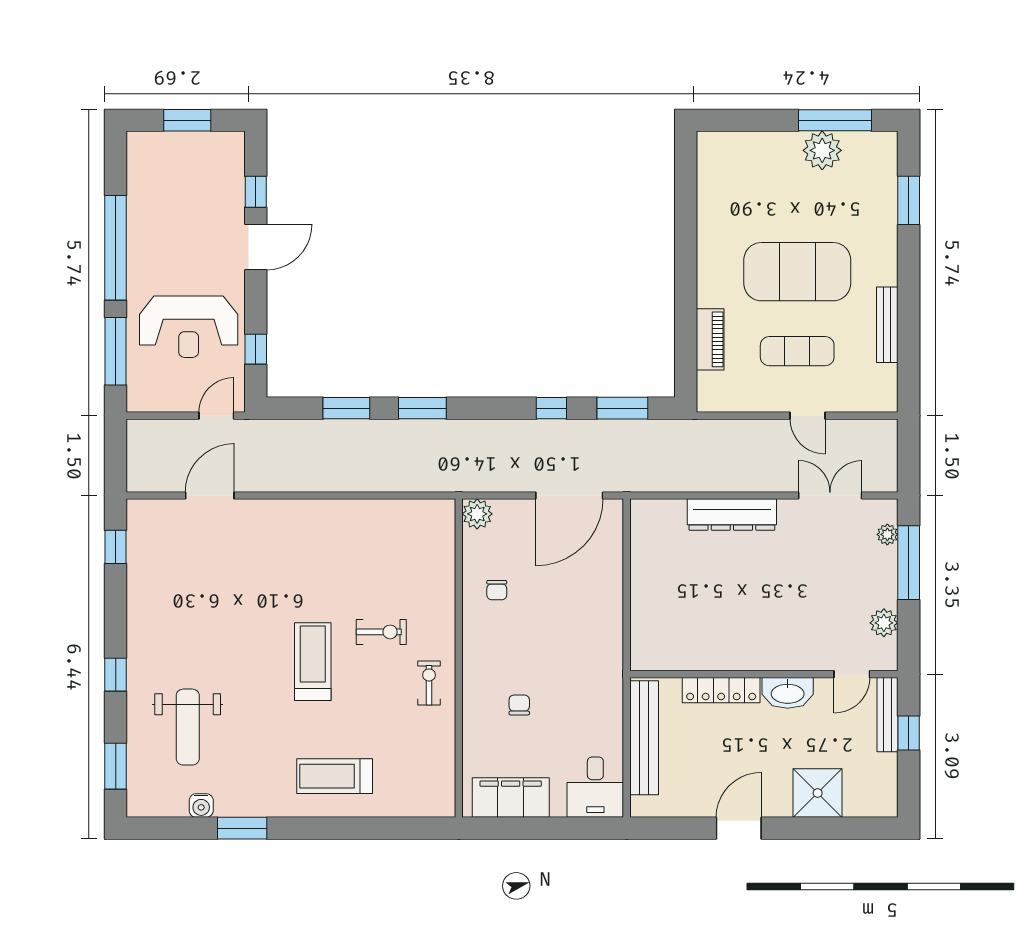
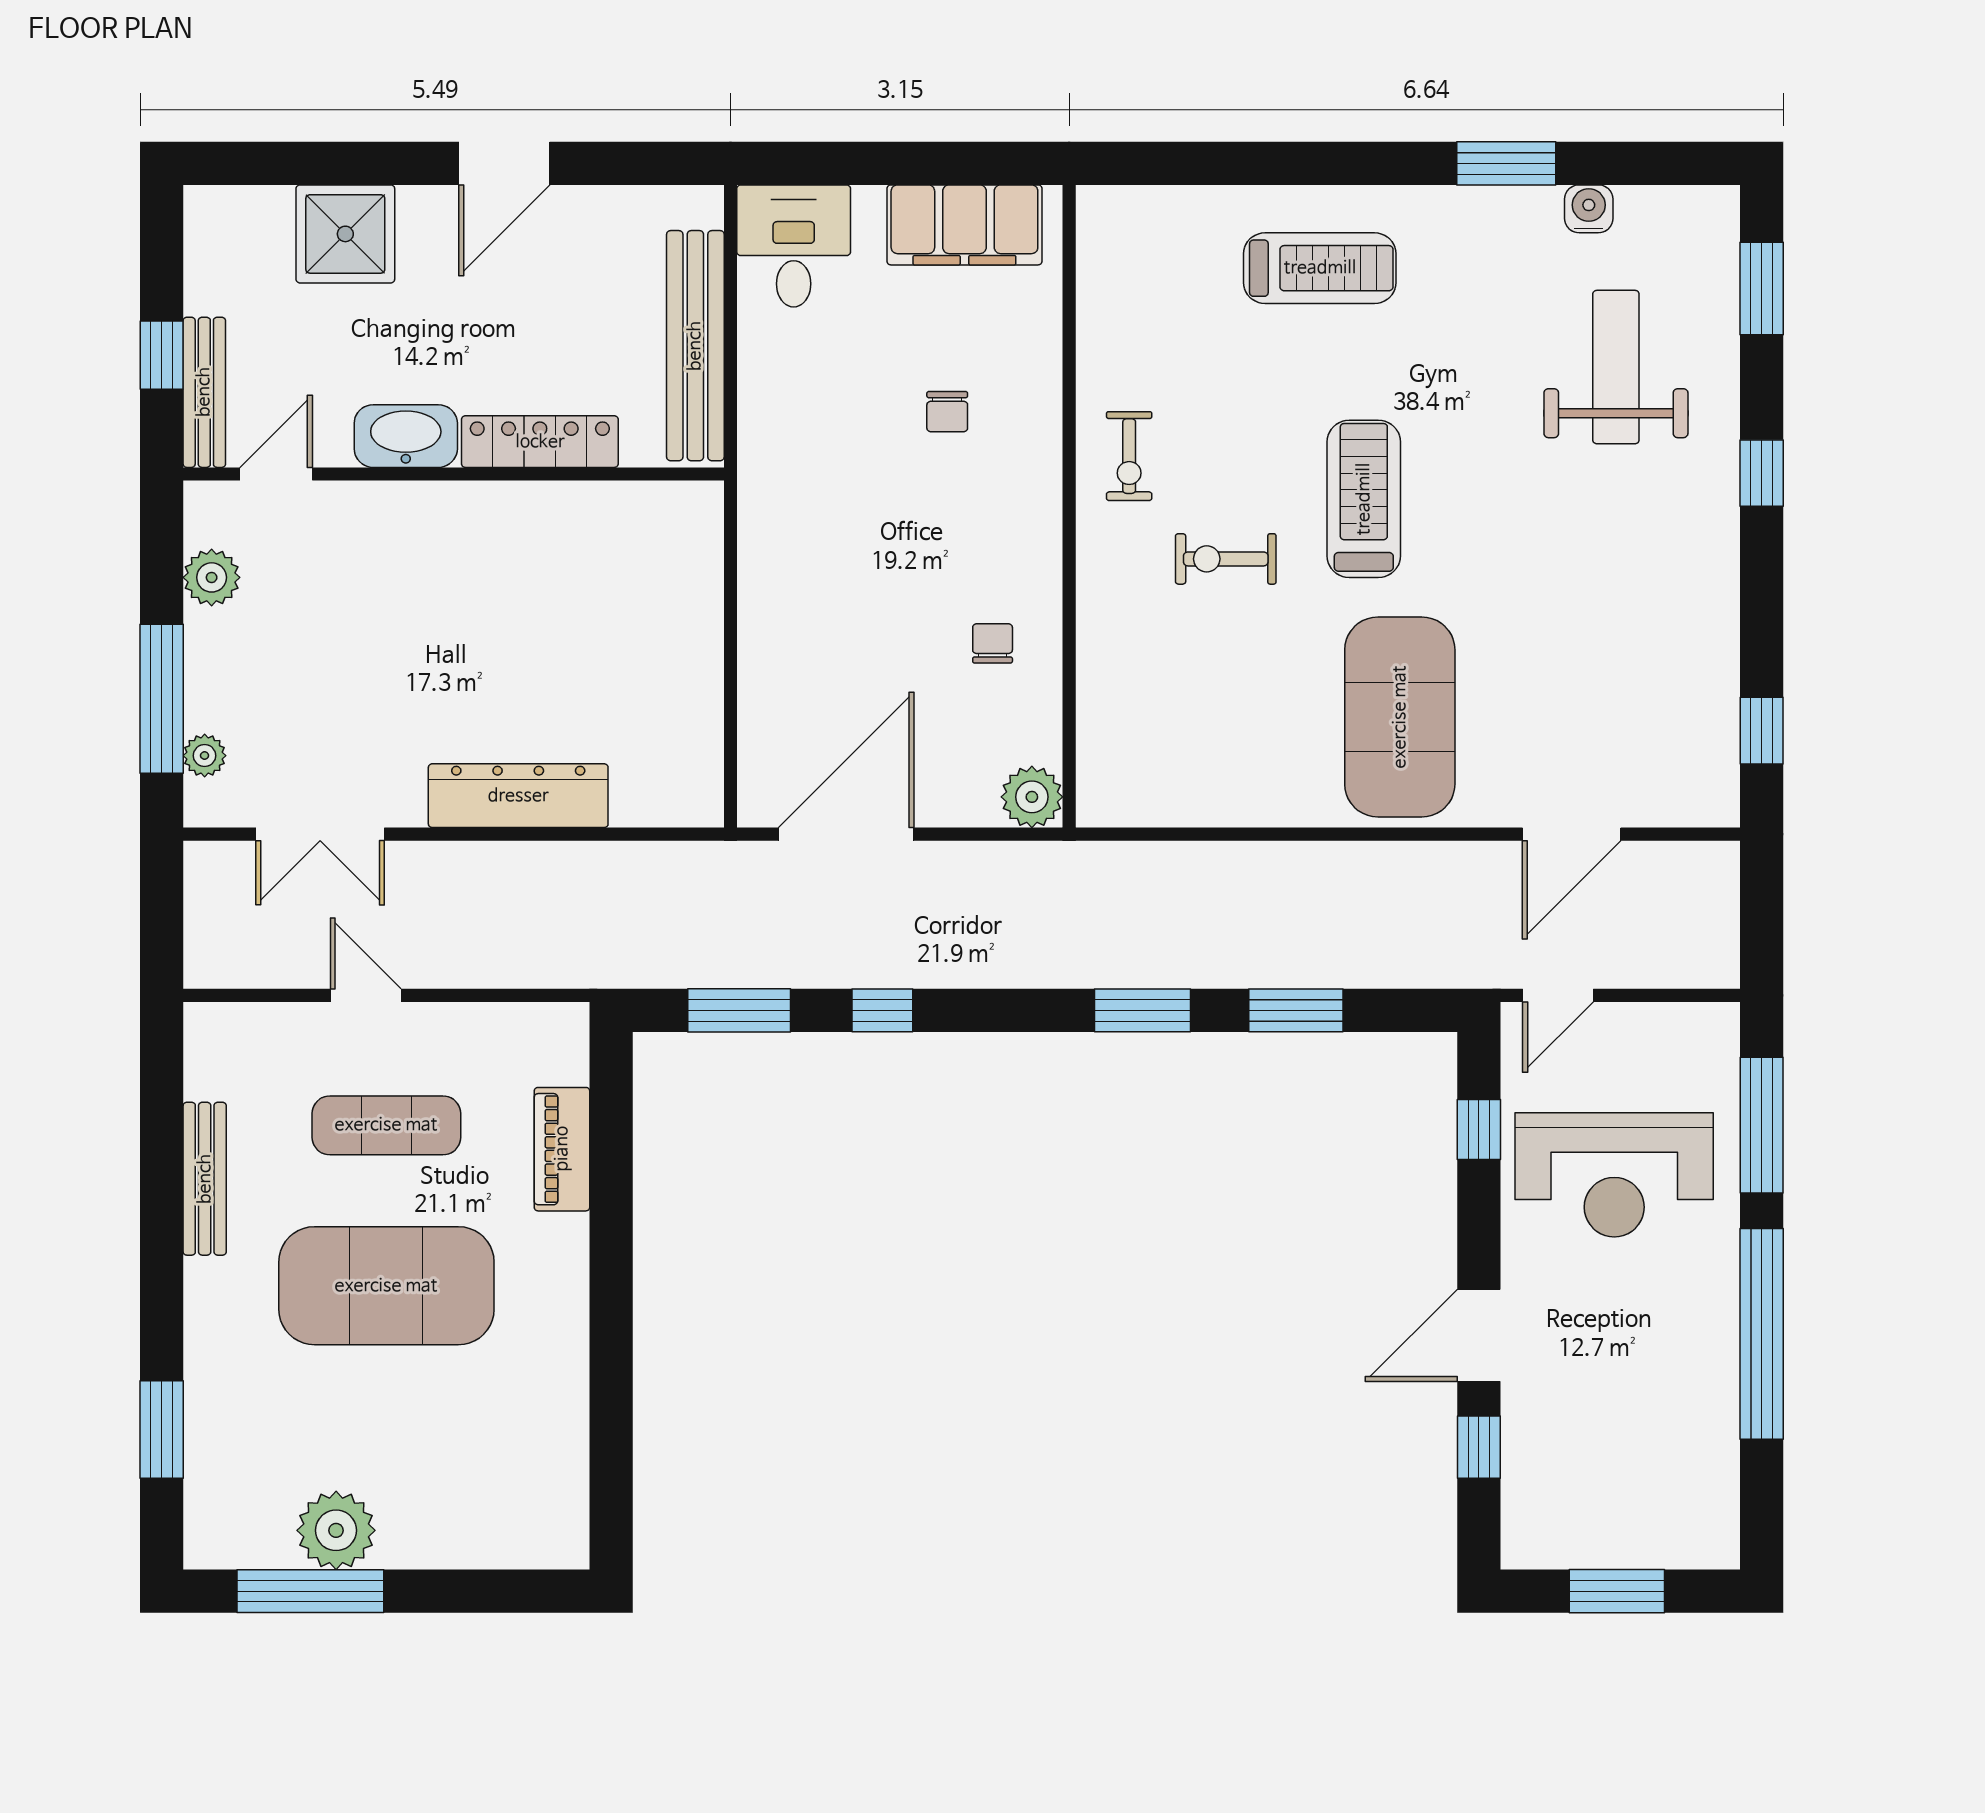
reception desk: (189, 327) -> (1614, 1175), turned 180
exercise mat: (295, 554) -> (1400, 717), added
treadmill: (313, 662) -> (1364, 499), turned 180

